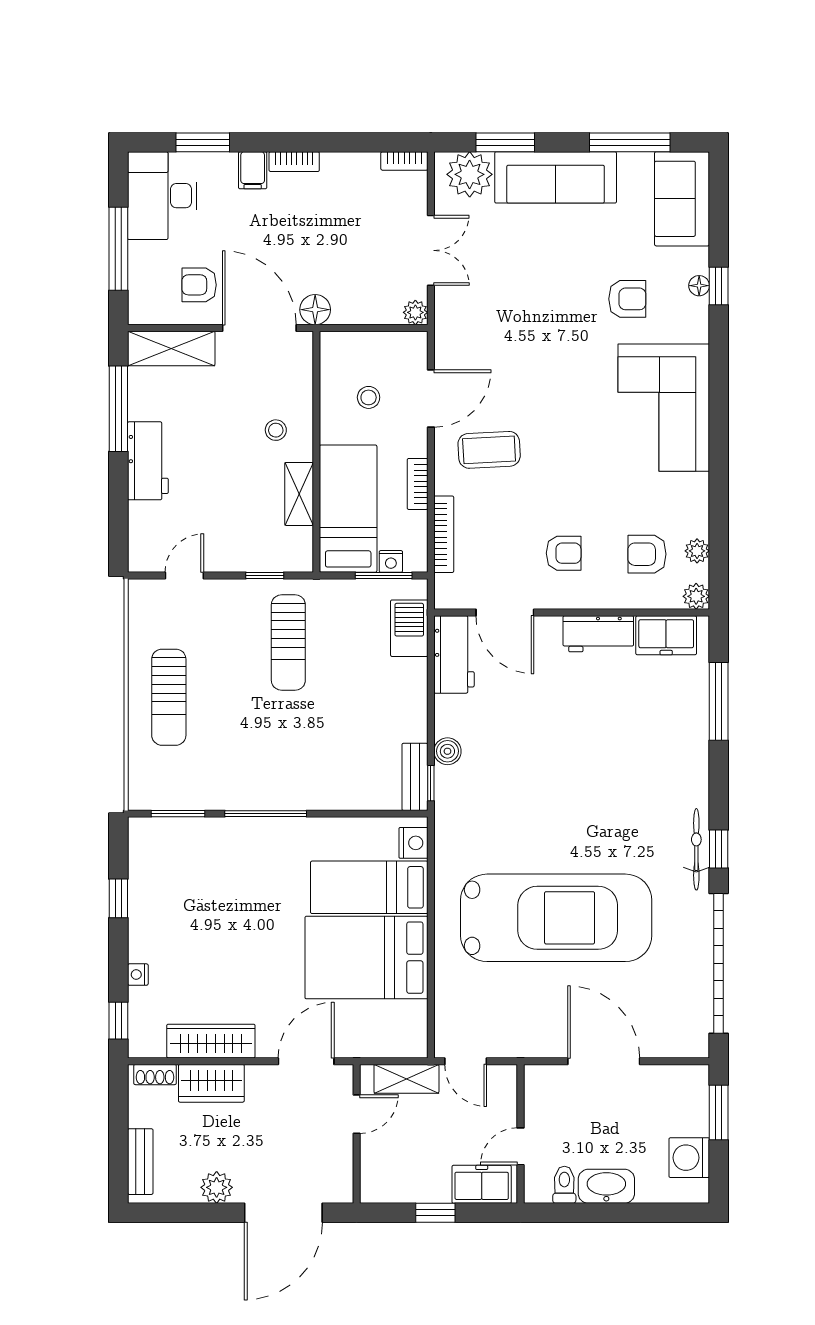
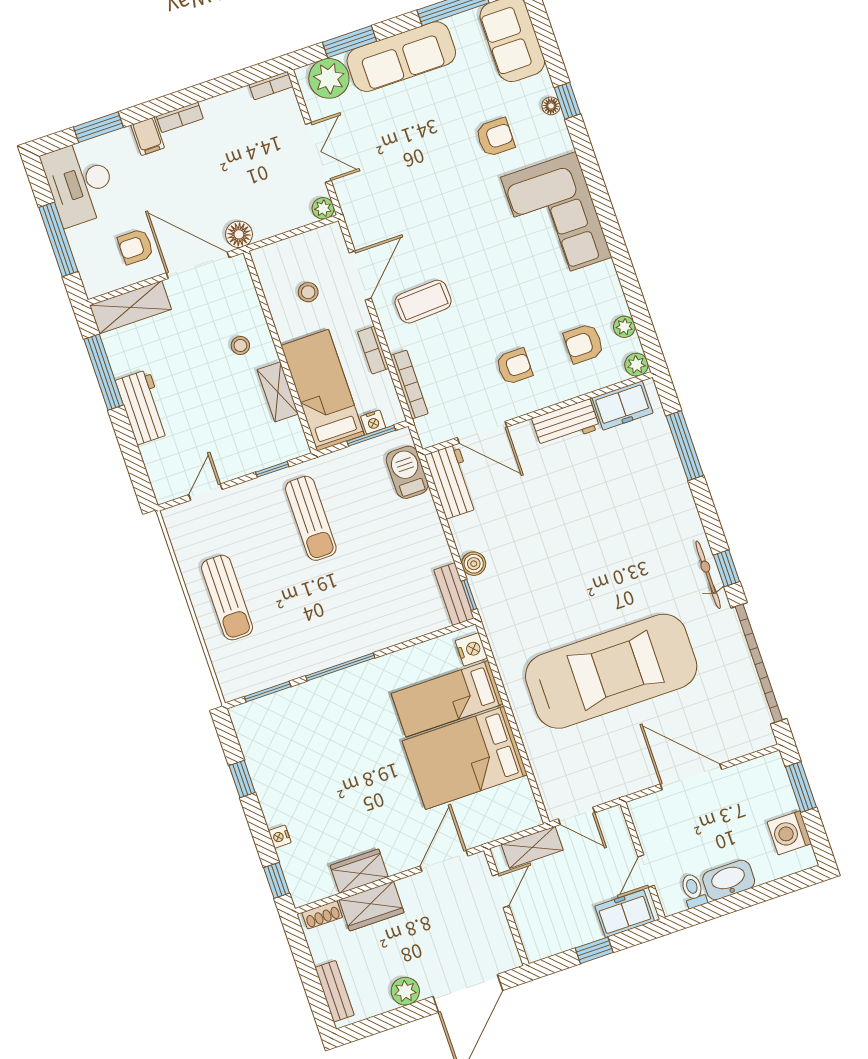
wardrobe: (211, 1041) -> (359, 871), width x0.67

